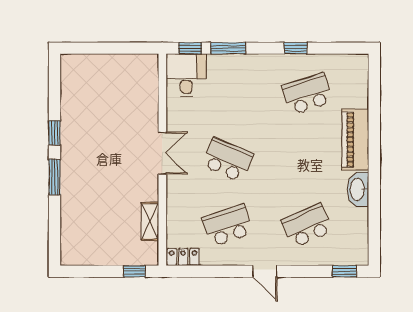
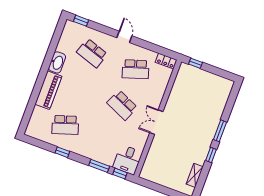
shelving: (150, 221) -> (195, 175), moved
school desk: (307, 226) -> (92, 53), turned 42

